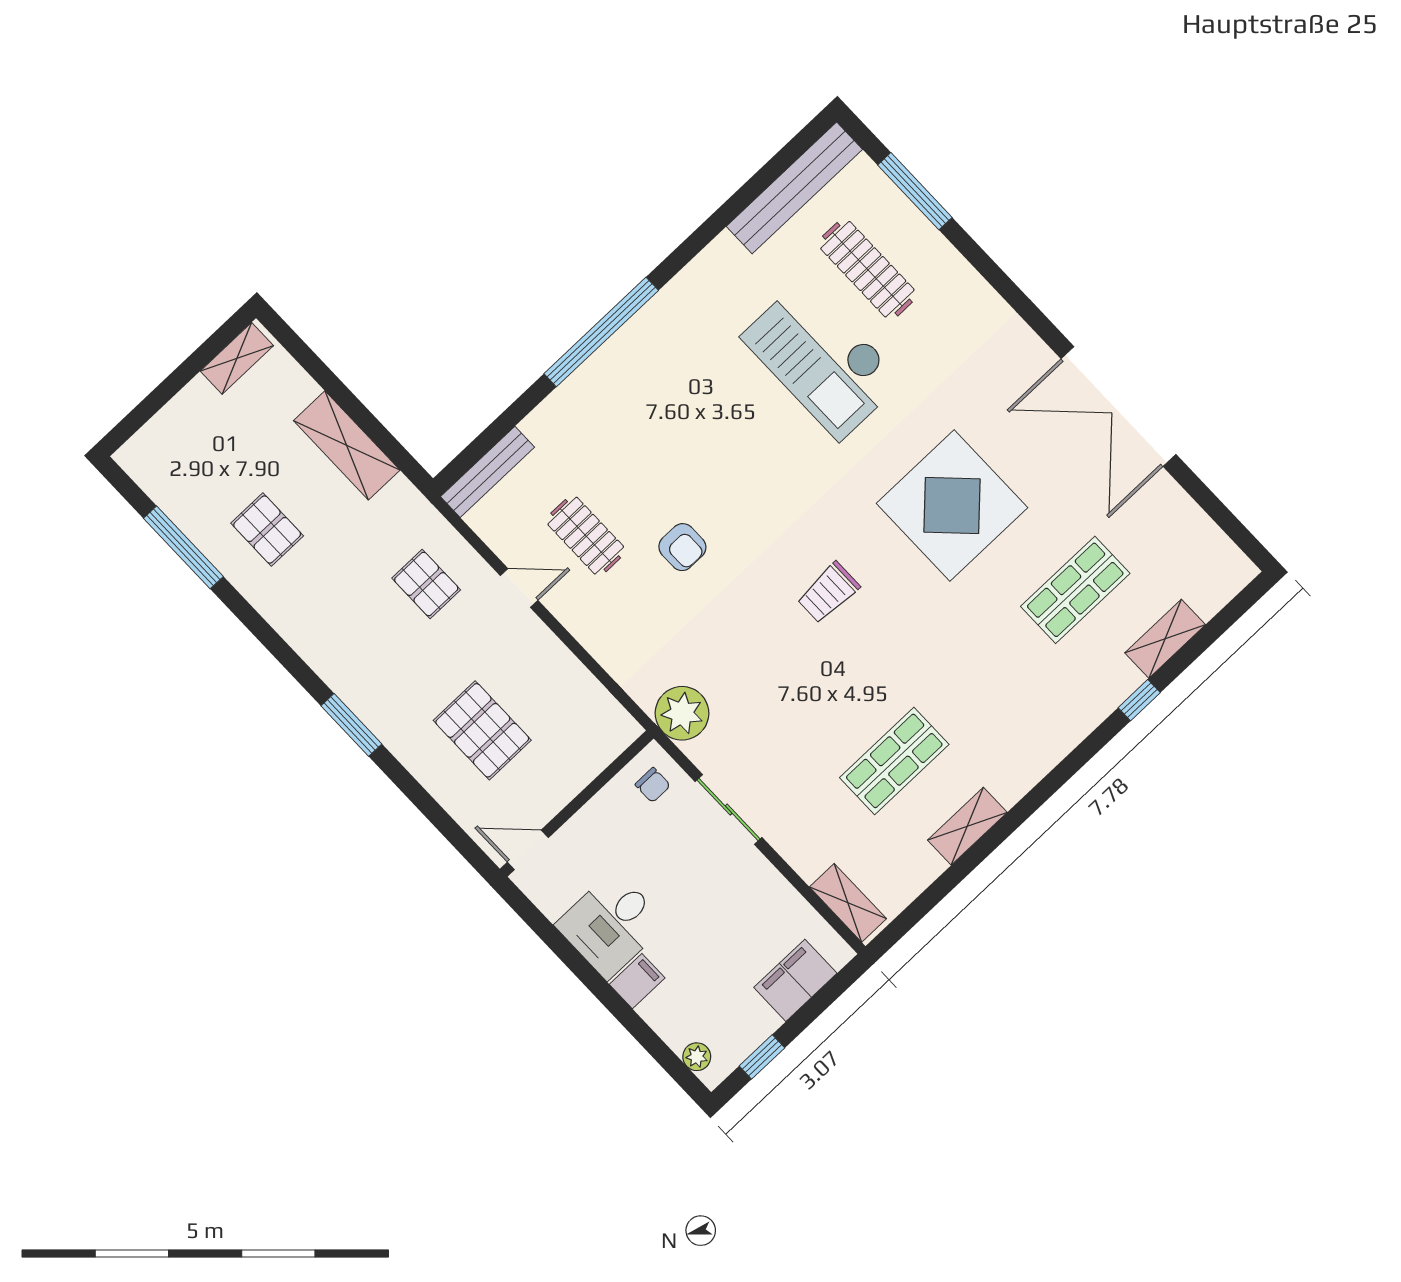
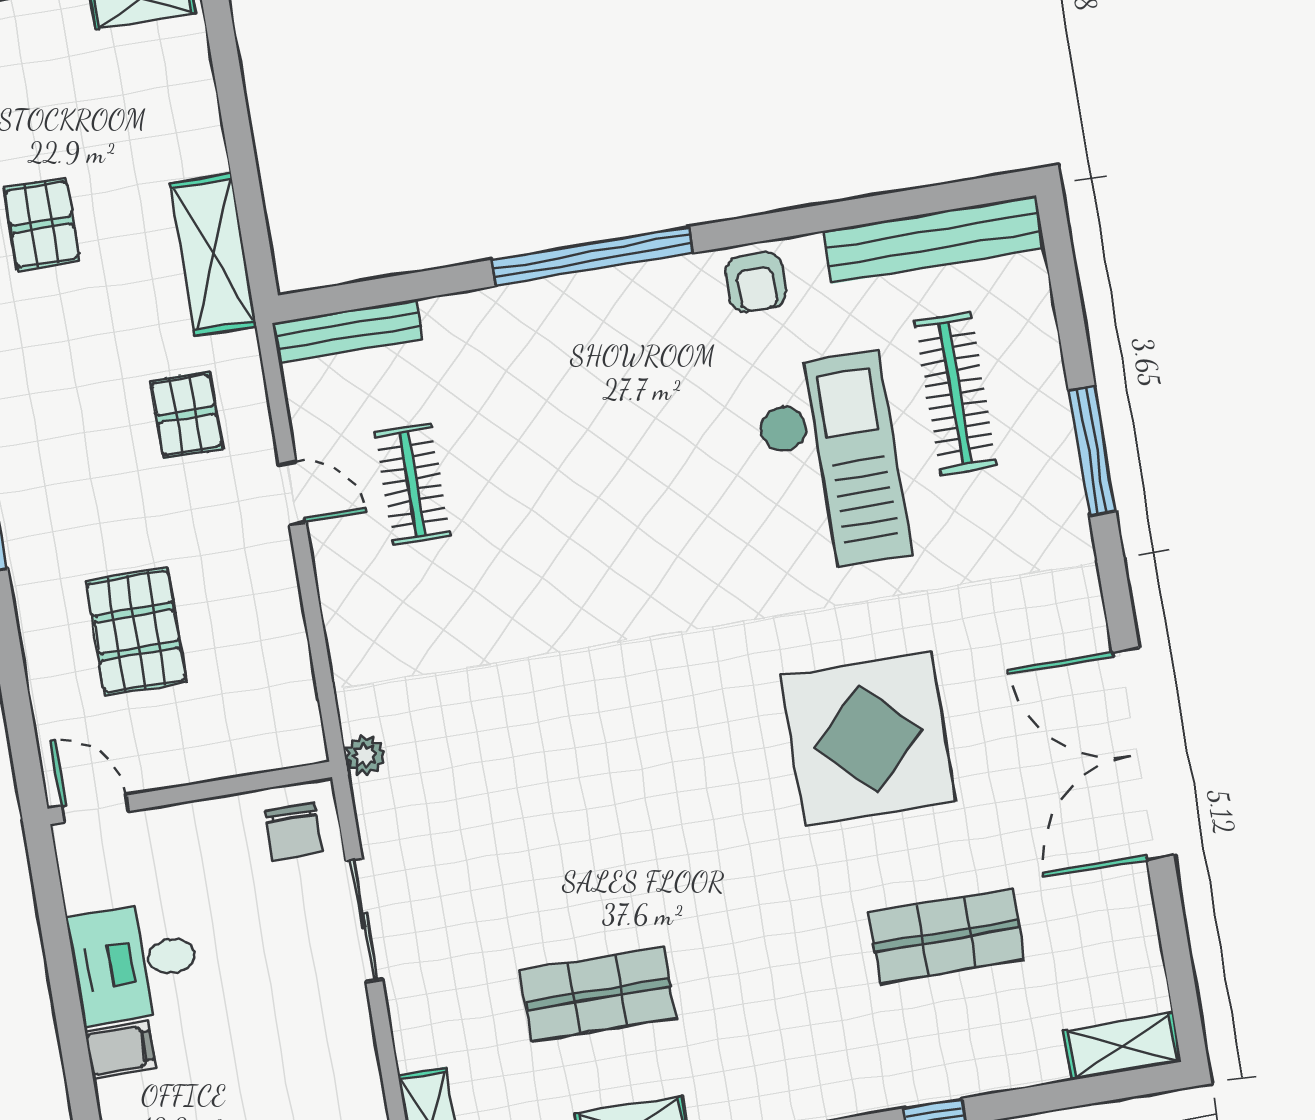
window: (915, 191) -> (1092, 451), moved
checkout: (822, 359) -> (831, 463), turned 180
shelving: (347, 445) -> (213, 255), moved
armchair: (682, 547) -> (756, 282), moved
trolley: (828, 593) -> (653, 743), removed
shelving: (1165, 639) -> (1122, 1047), moved
plant: (682, 713) -> (365, 755), width x0.53, depth x0.53
chair: (653, 785) -> (294, 831), width x1.37, depth x1.37

